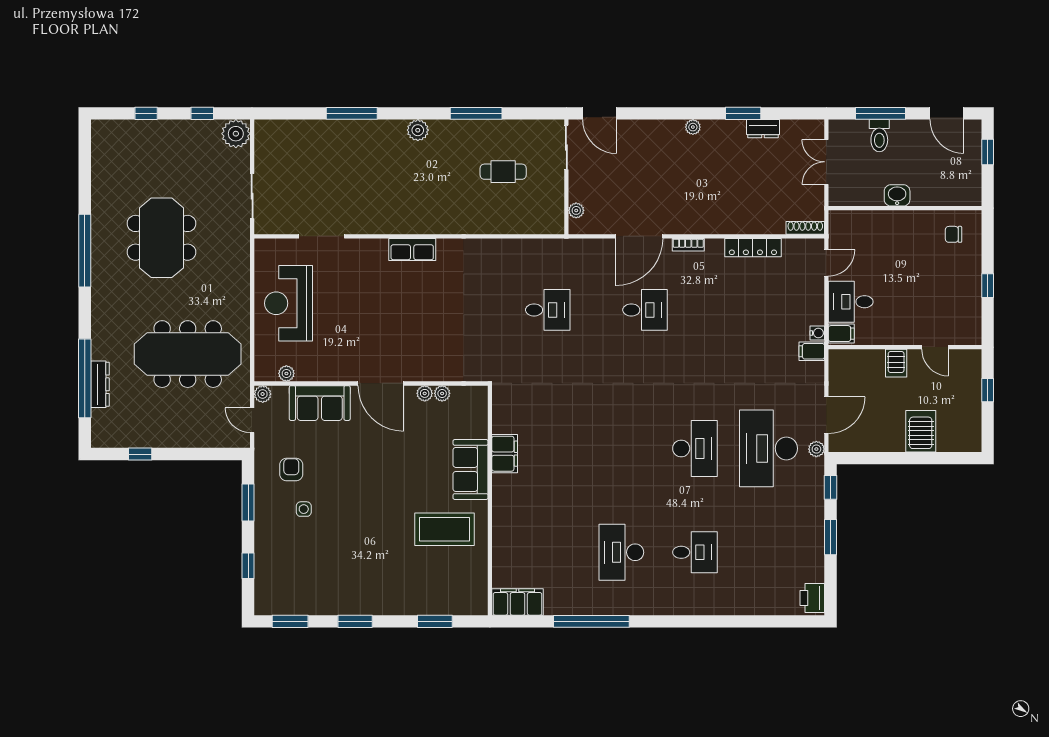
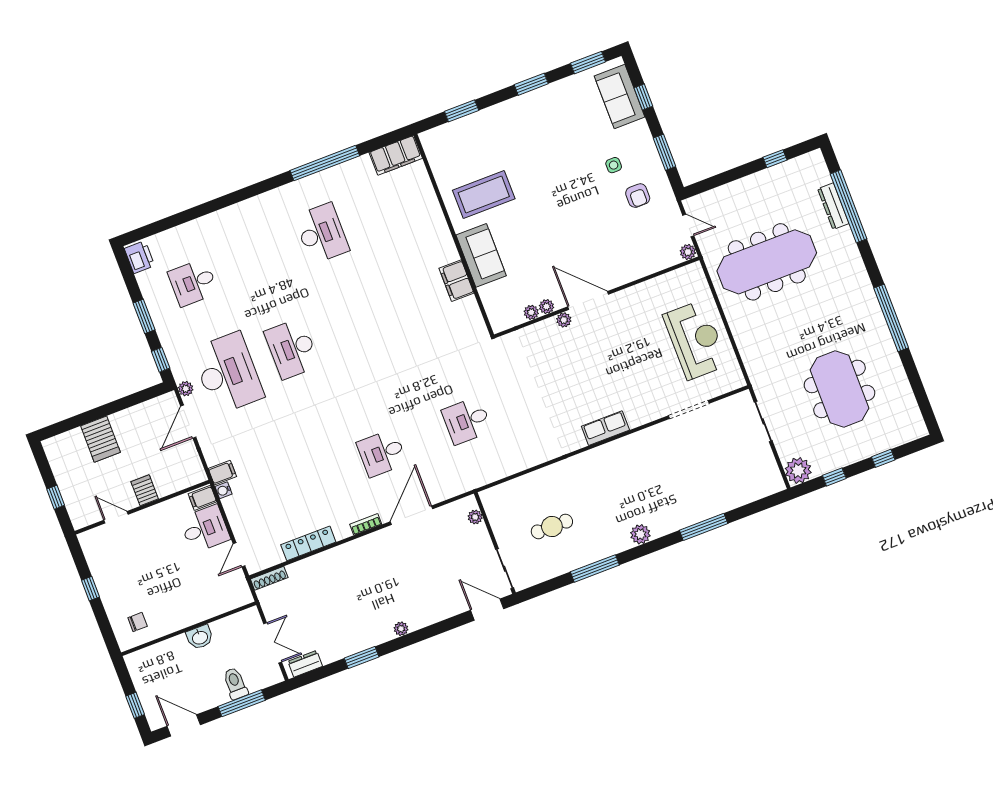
dresser: (763, 129) -> (305, 664), moved
meeting table: (162, 238) -> (839, 389), moved
plant: (286, 373) -> (564, 320), moved
sofa: (320, 403) -> (620, 97), moved, turned -90
desk: (695, 552) -> (193, 282), moved

